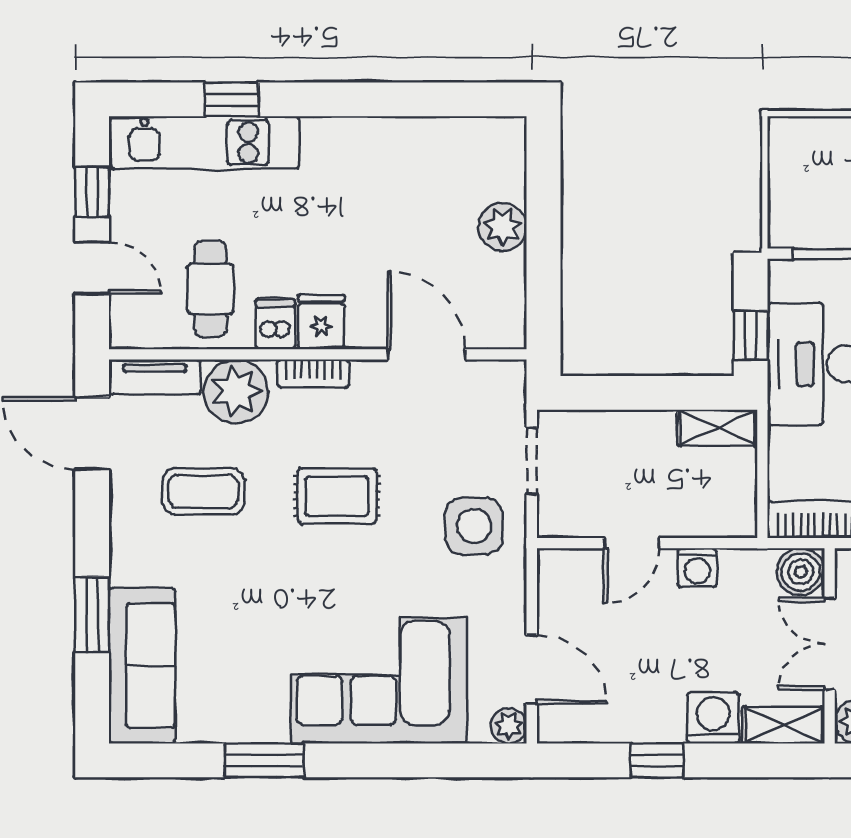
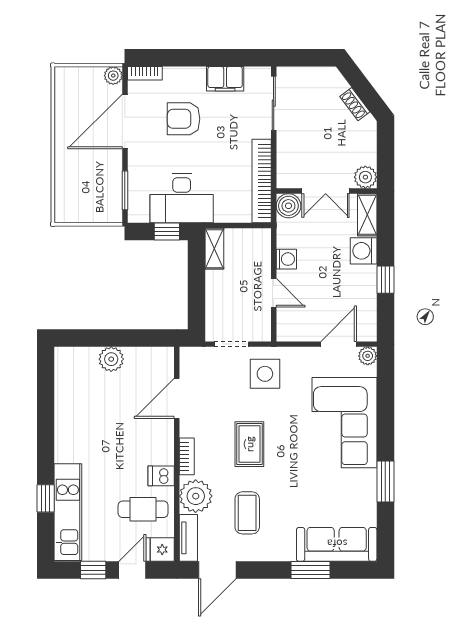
fridge: (321, 322) -> (160, 550), moved

